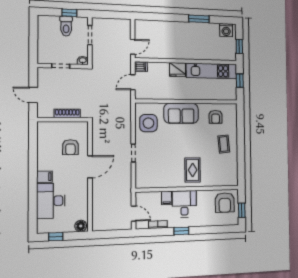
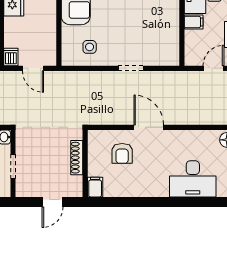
side table: (148, 123) -> (90, 47), width x0.54, depth x0.54
armchair: (70, 147) -> (122, 153), turned 90
filing cabinet: (45, 177) -> (95, 187), moved

